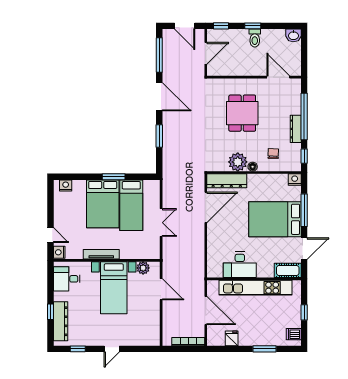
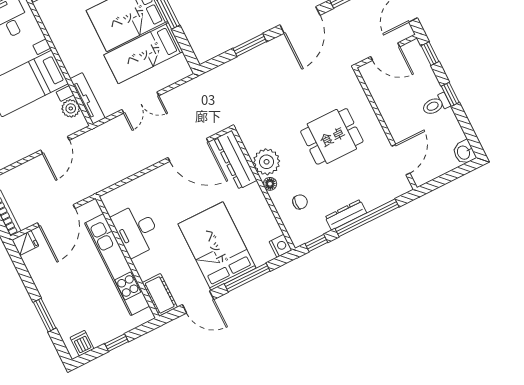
tv unit: (101, 254) -> (88, 98), moved
fridge: (232, 338) -> (25, 243), moved

